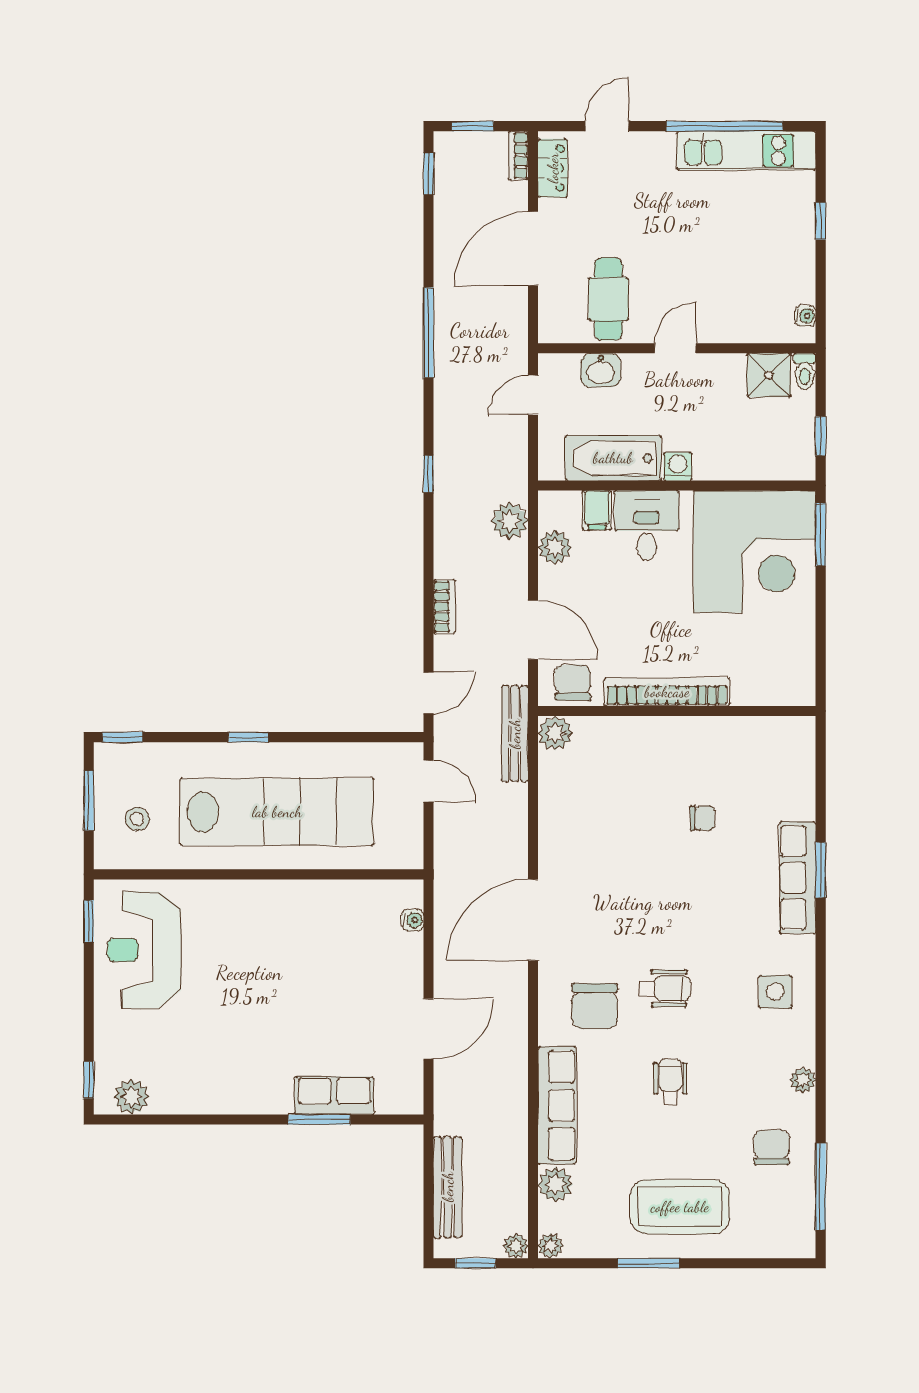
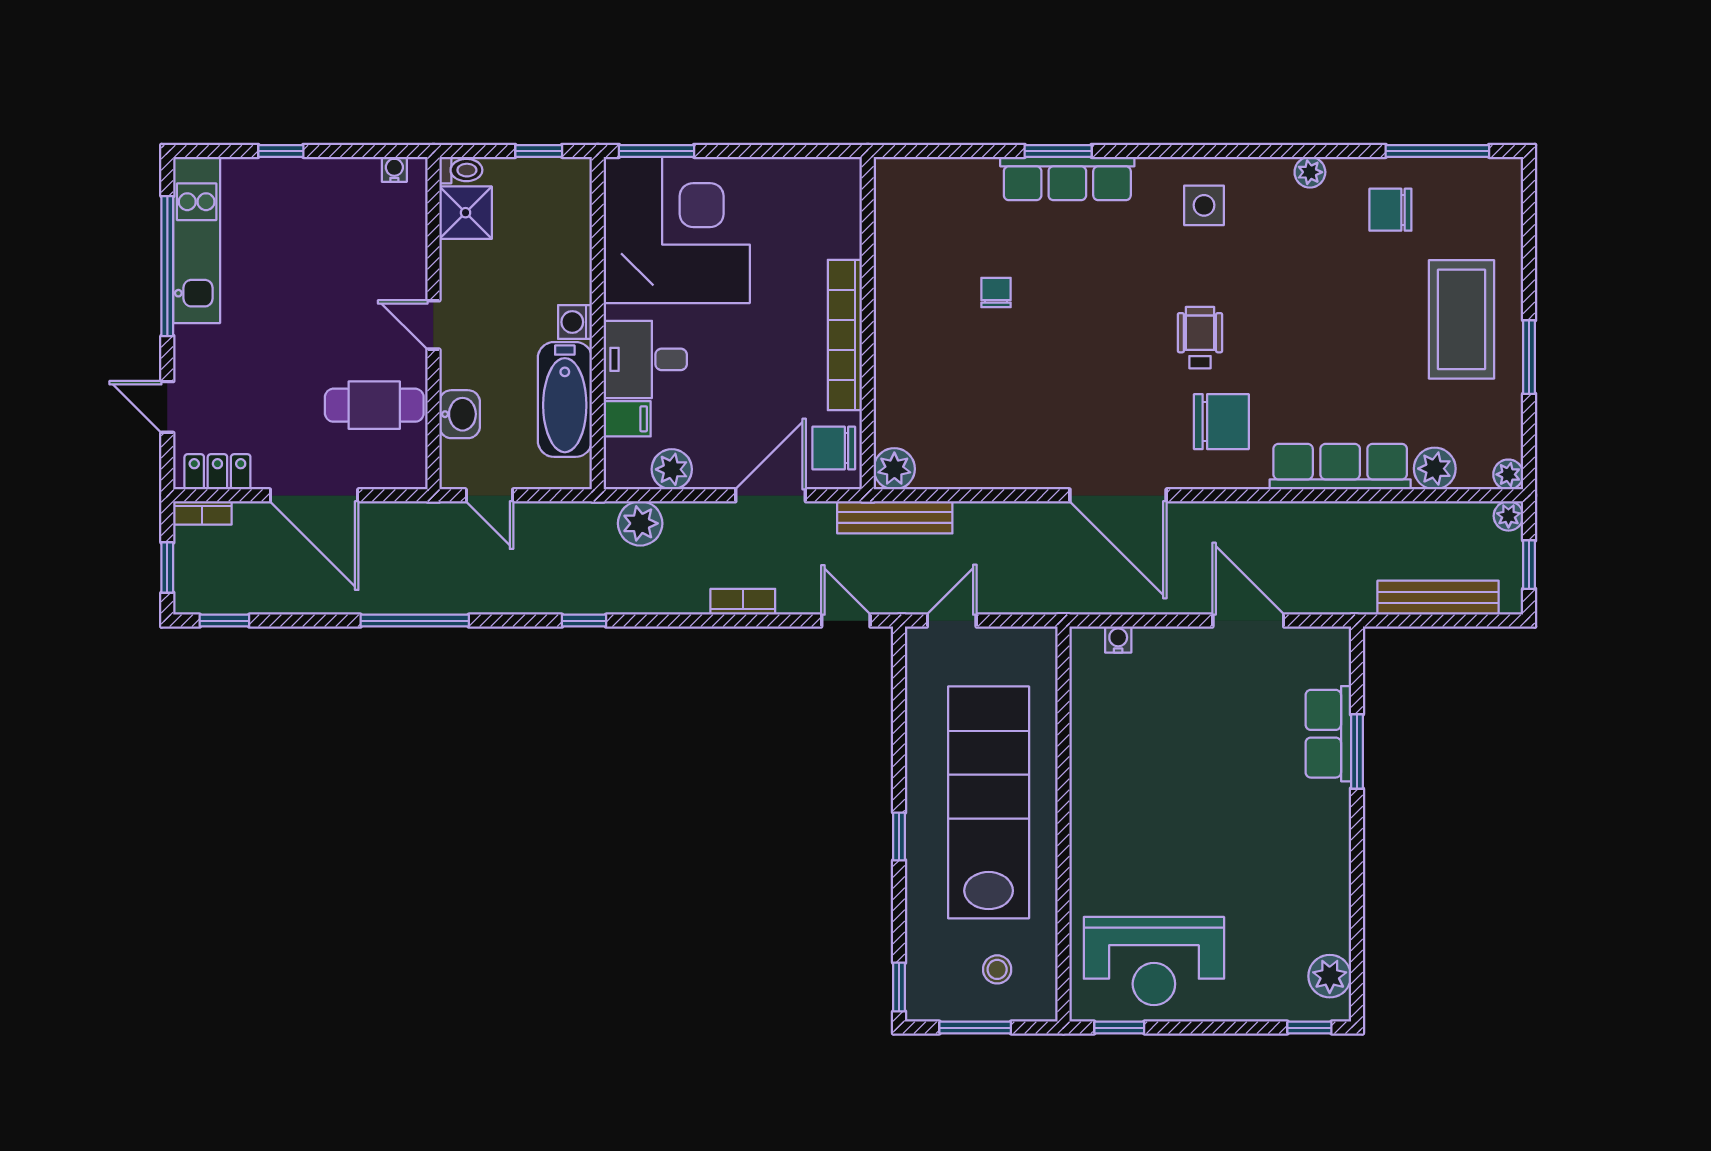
wheelchair: (670, 1082) -> (1312, 331), removed

